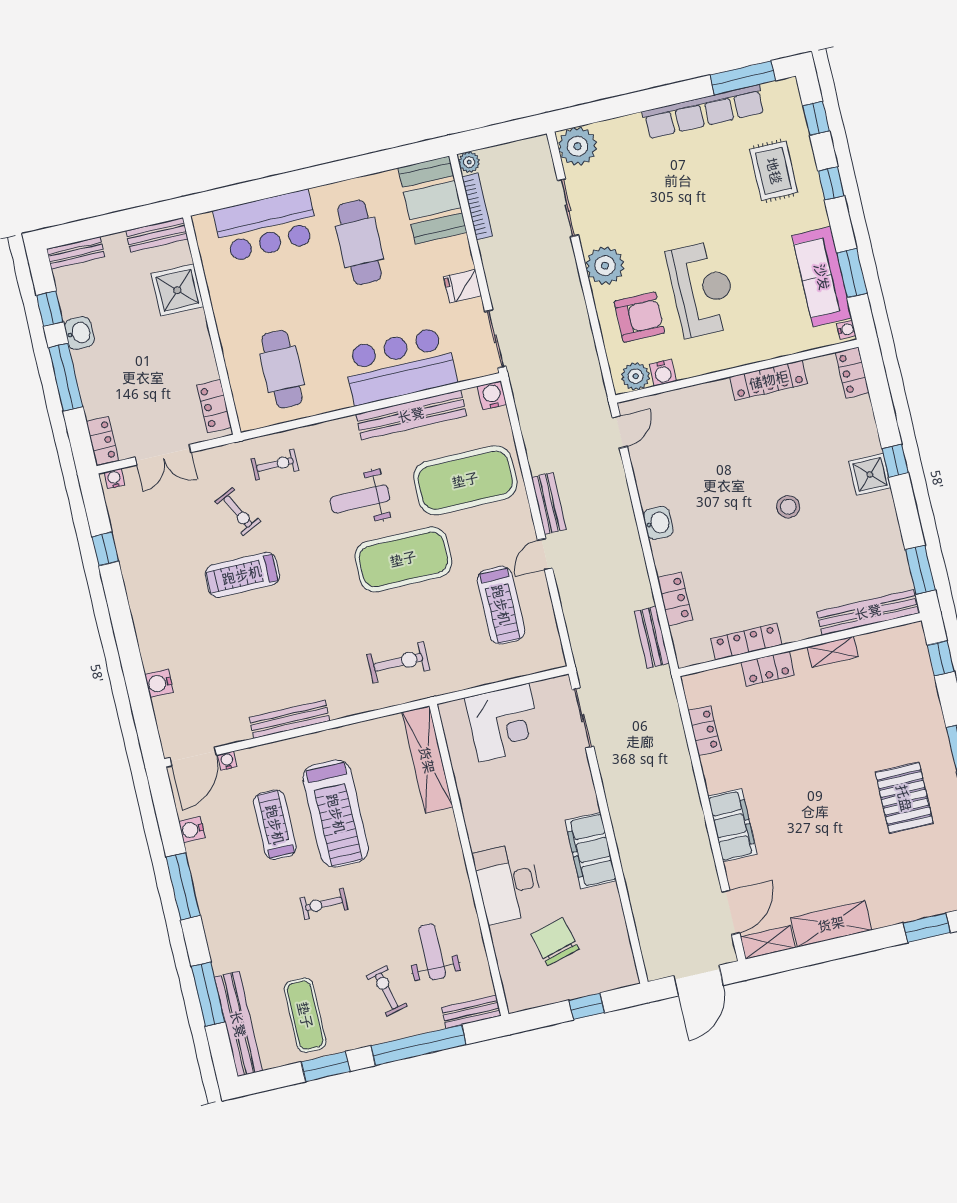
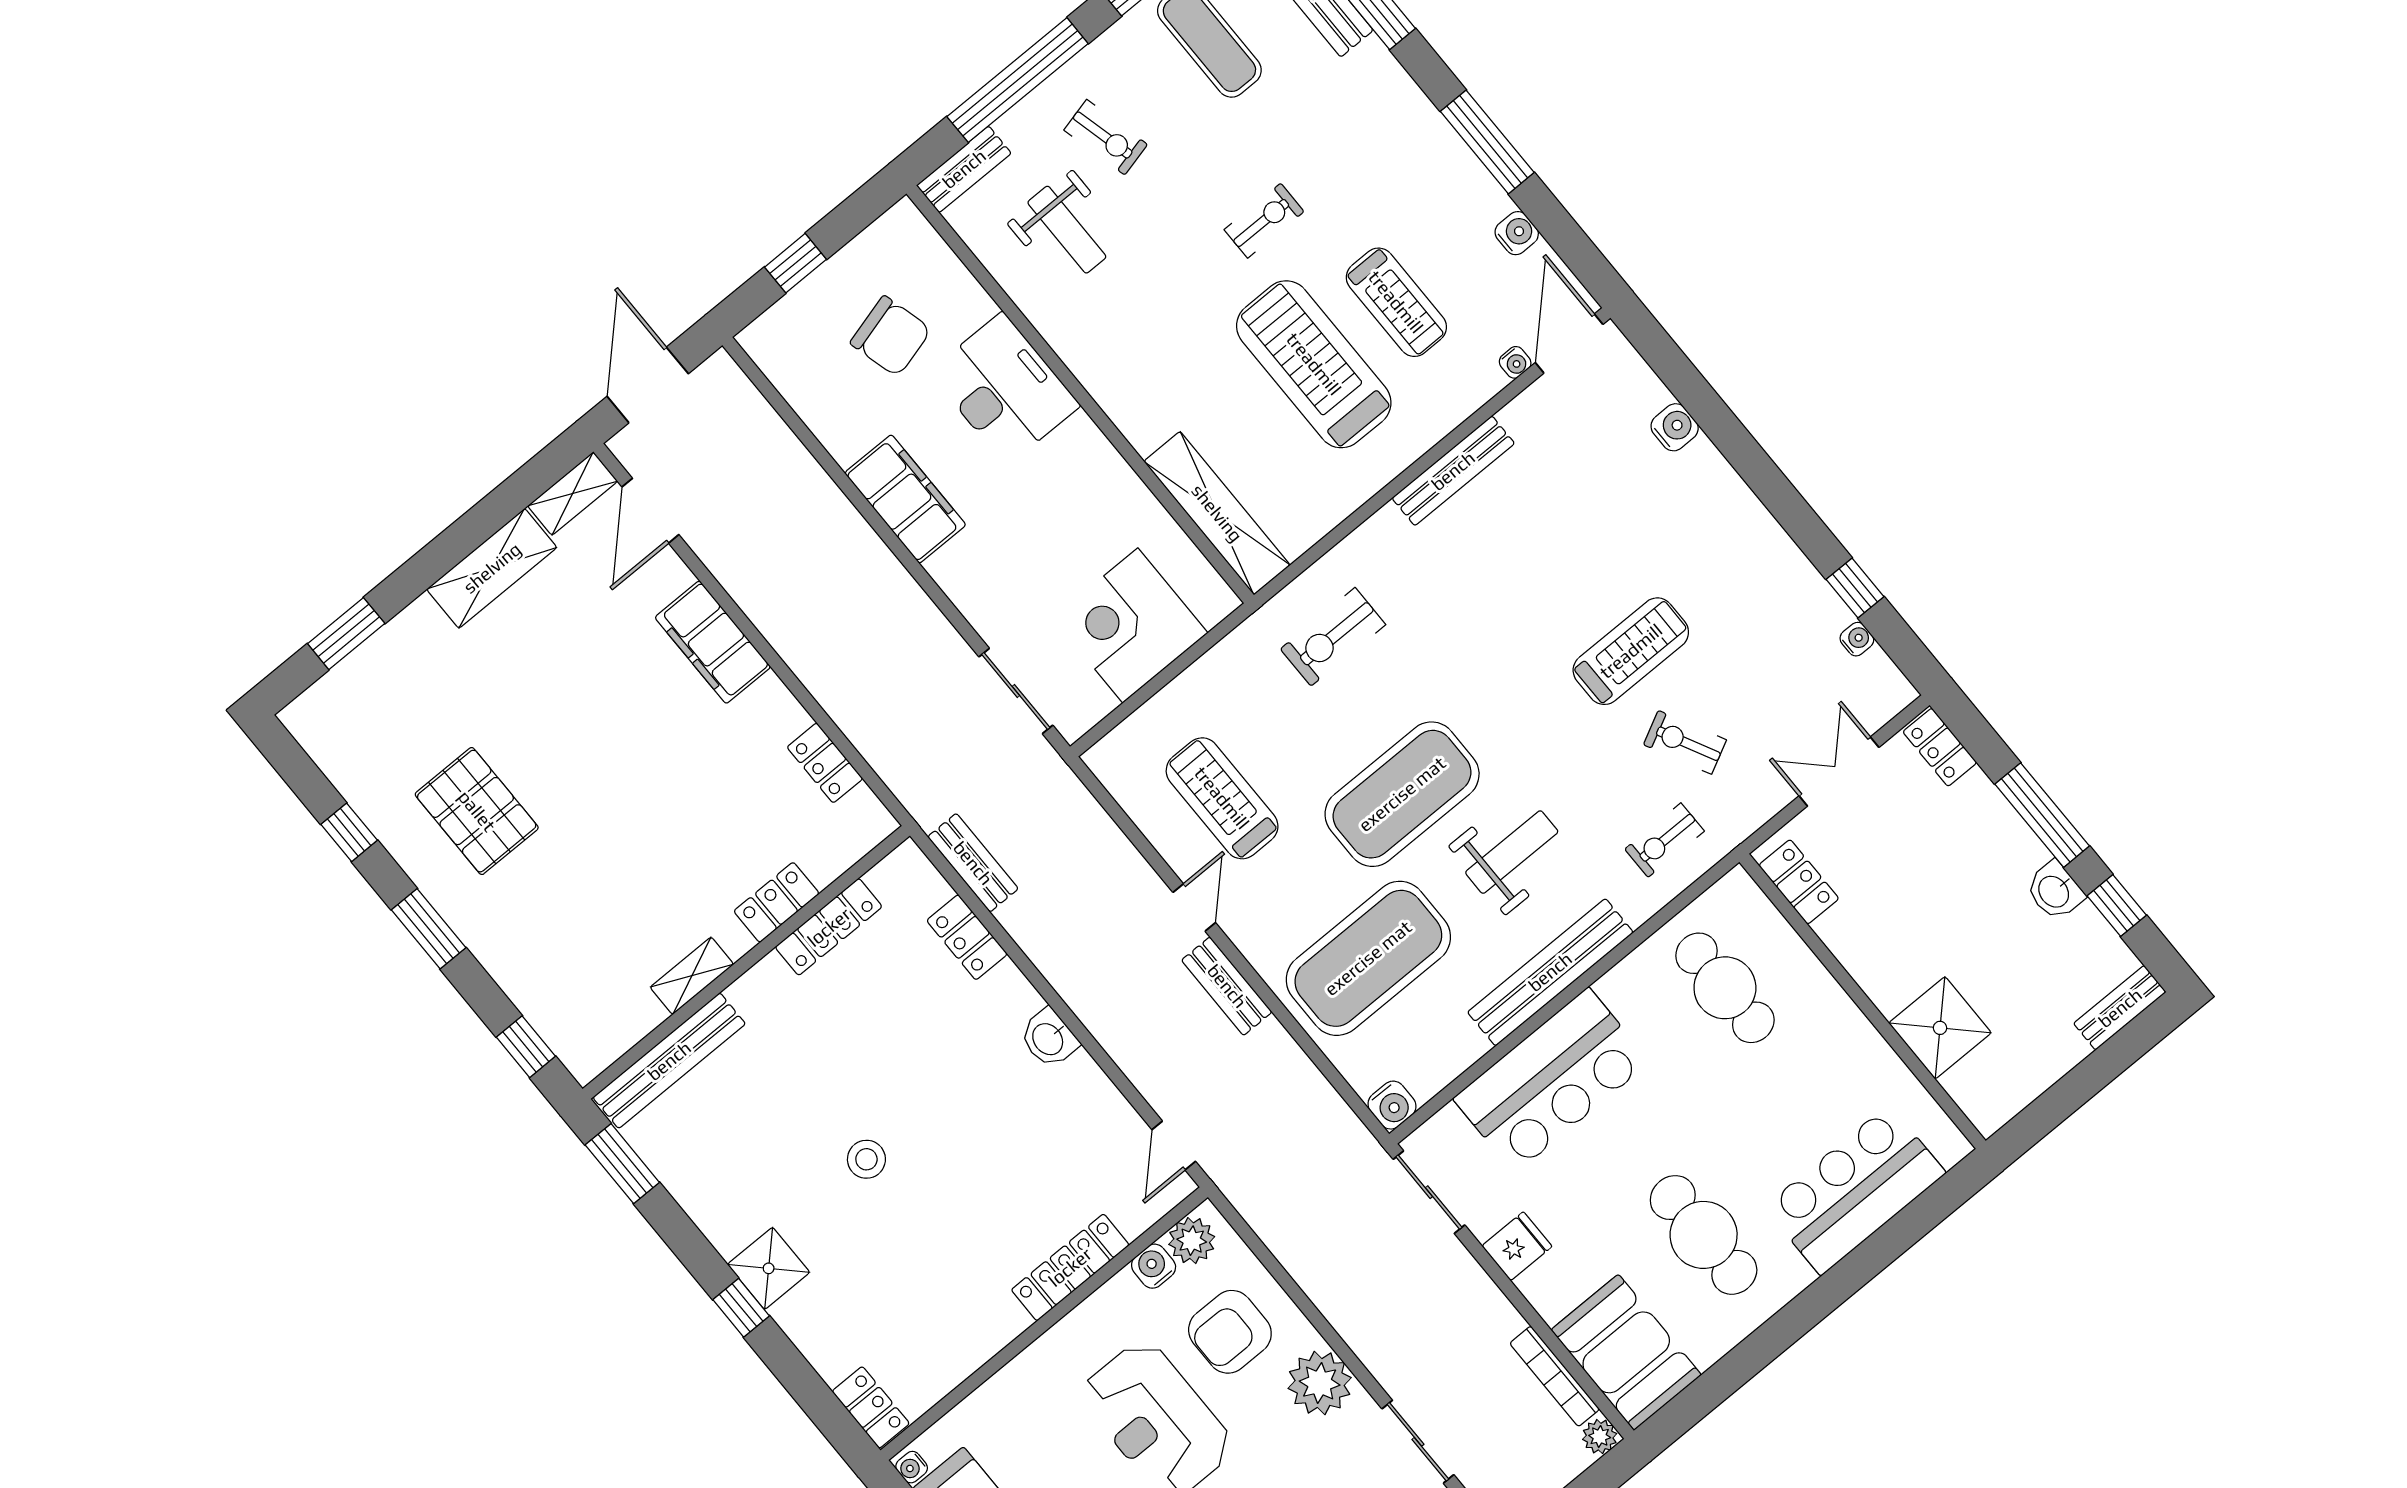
bench: (157, 235) -> (2012, 1095), removed
locker: (769, 380) -> (1070, 1267), moved
bench: (411, 415) -> (1550, 972), moved
water cooler: (114, 479) -> (1857, 639), moved, turned -90

